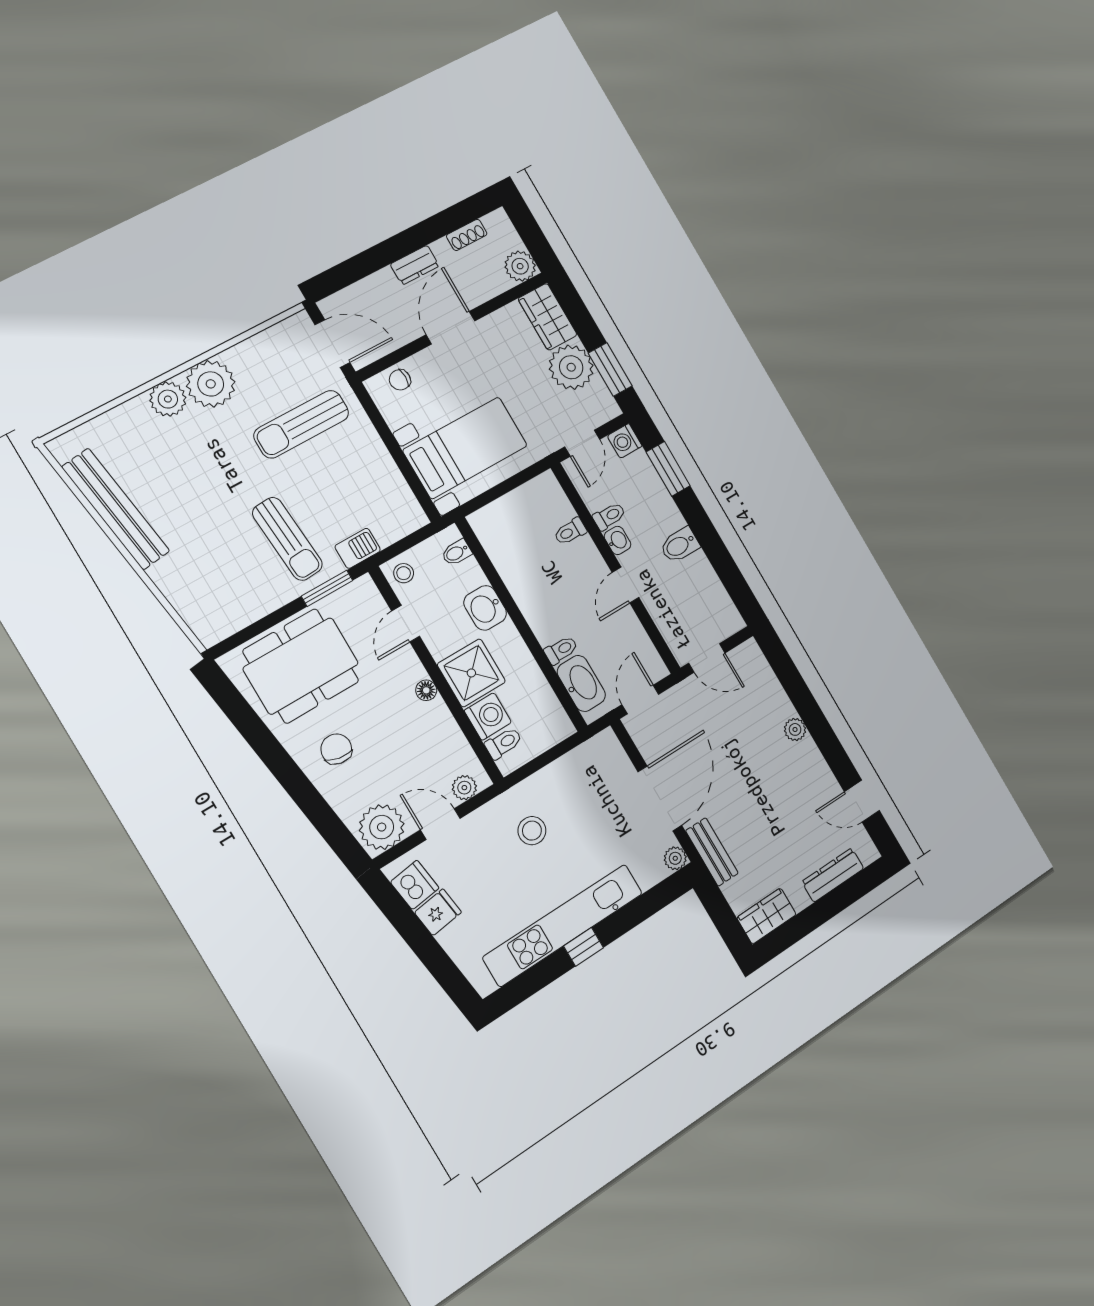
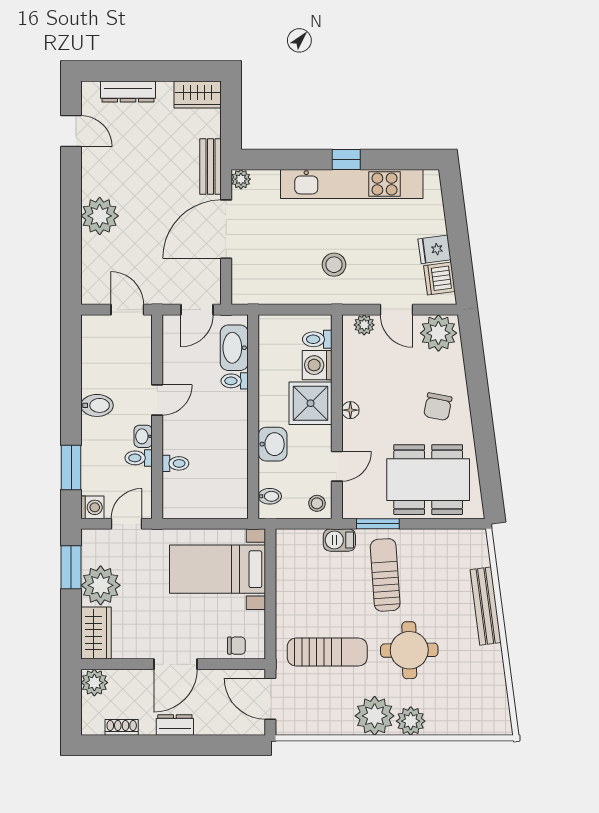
round table: (214, 474) -> (409, 650), added
bench: (116, 509) -> (486, 606), moved, width x0.73, depth x0.82
plant: (795, 729) -> (100, 216), width x1.88, depth x1.88

